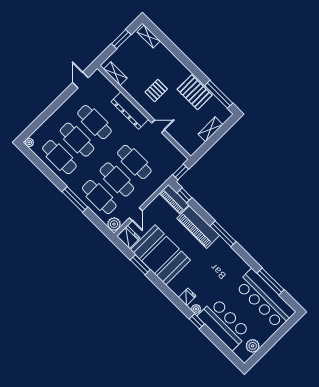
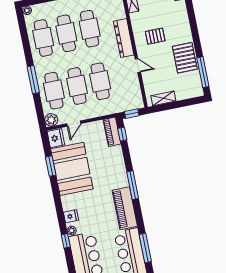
shelving: (210, 129) -> (163, 98), moved
piano: (198, 227) -> (125, 208), moved

